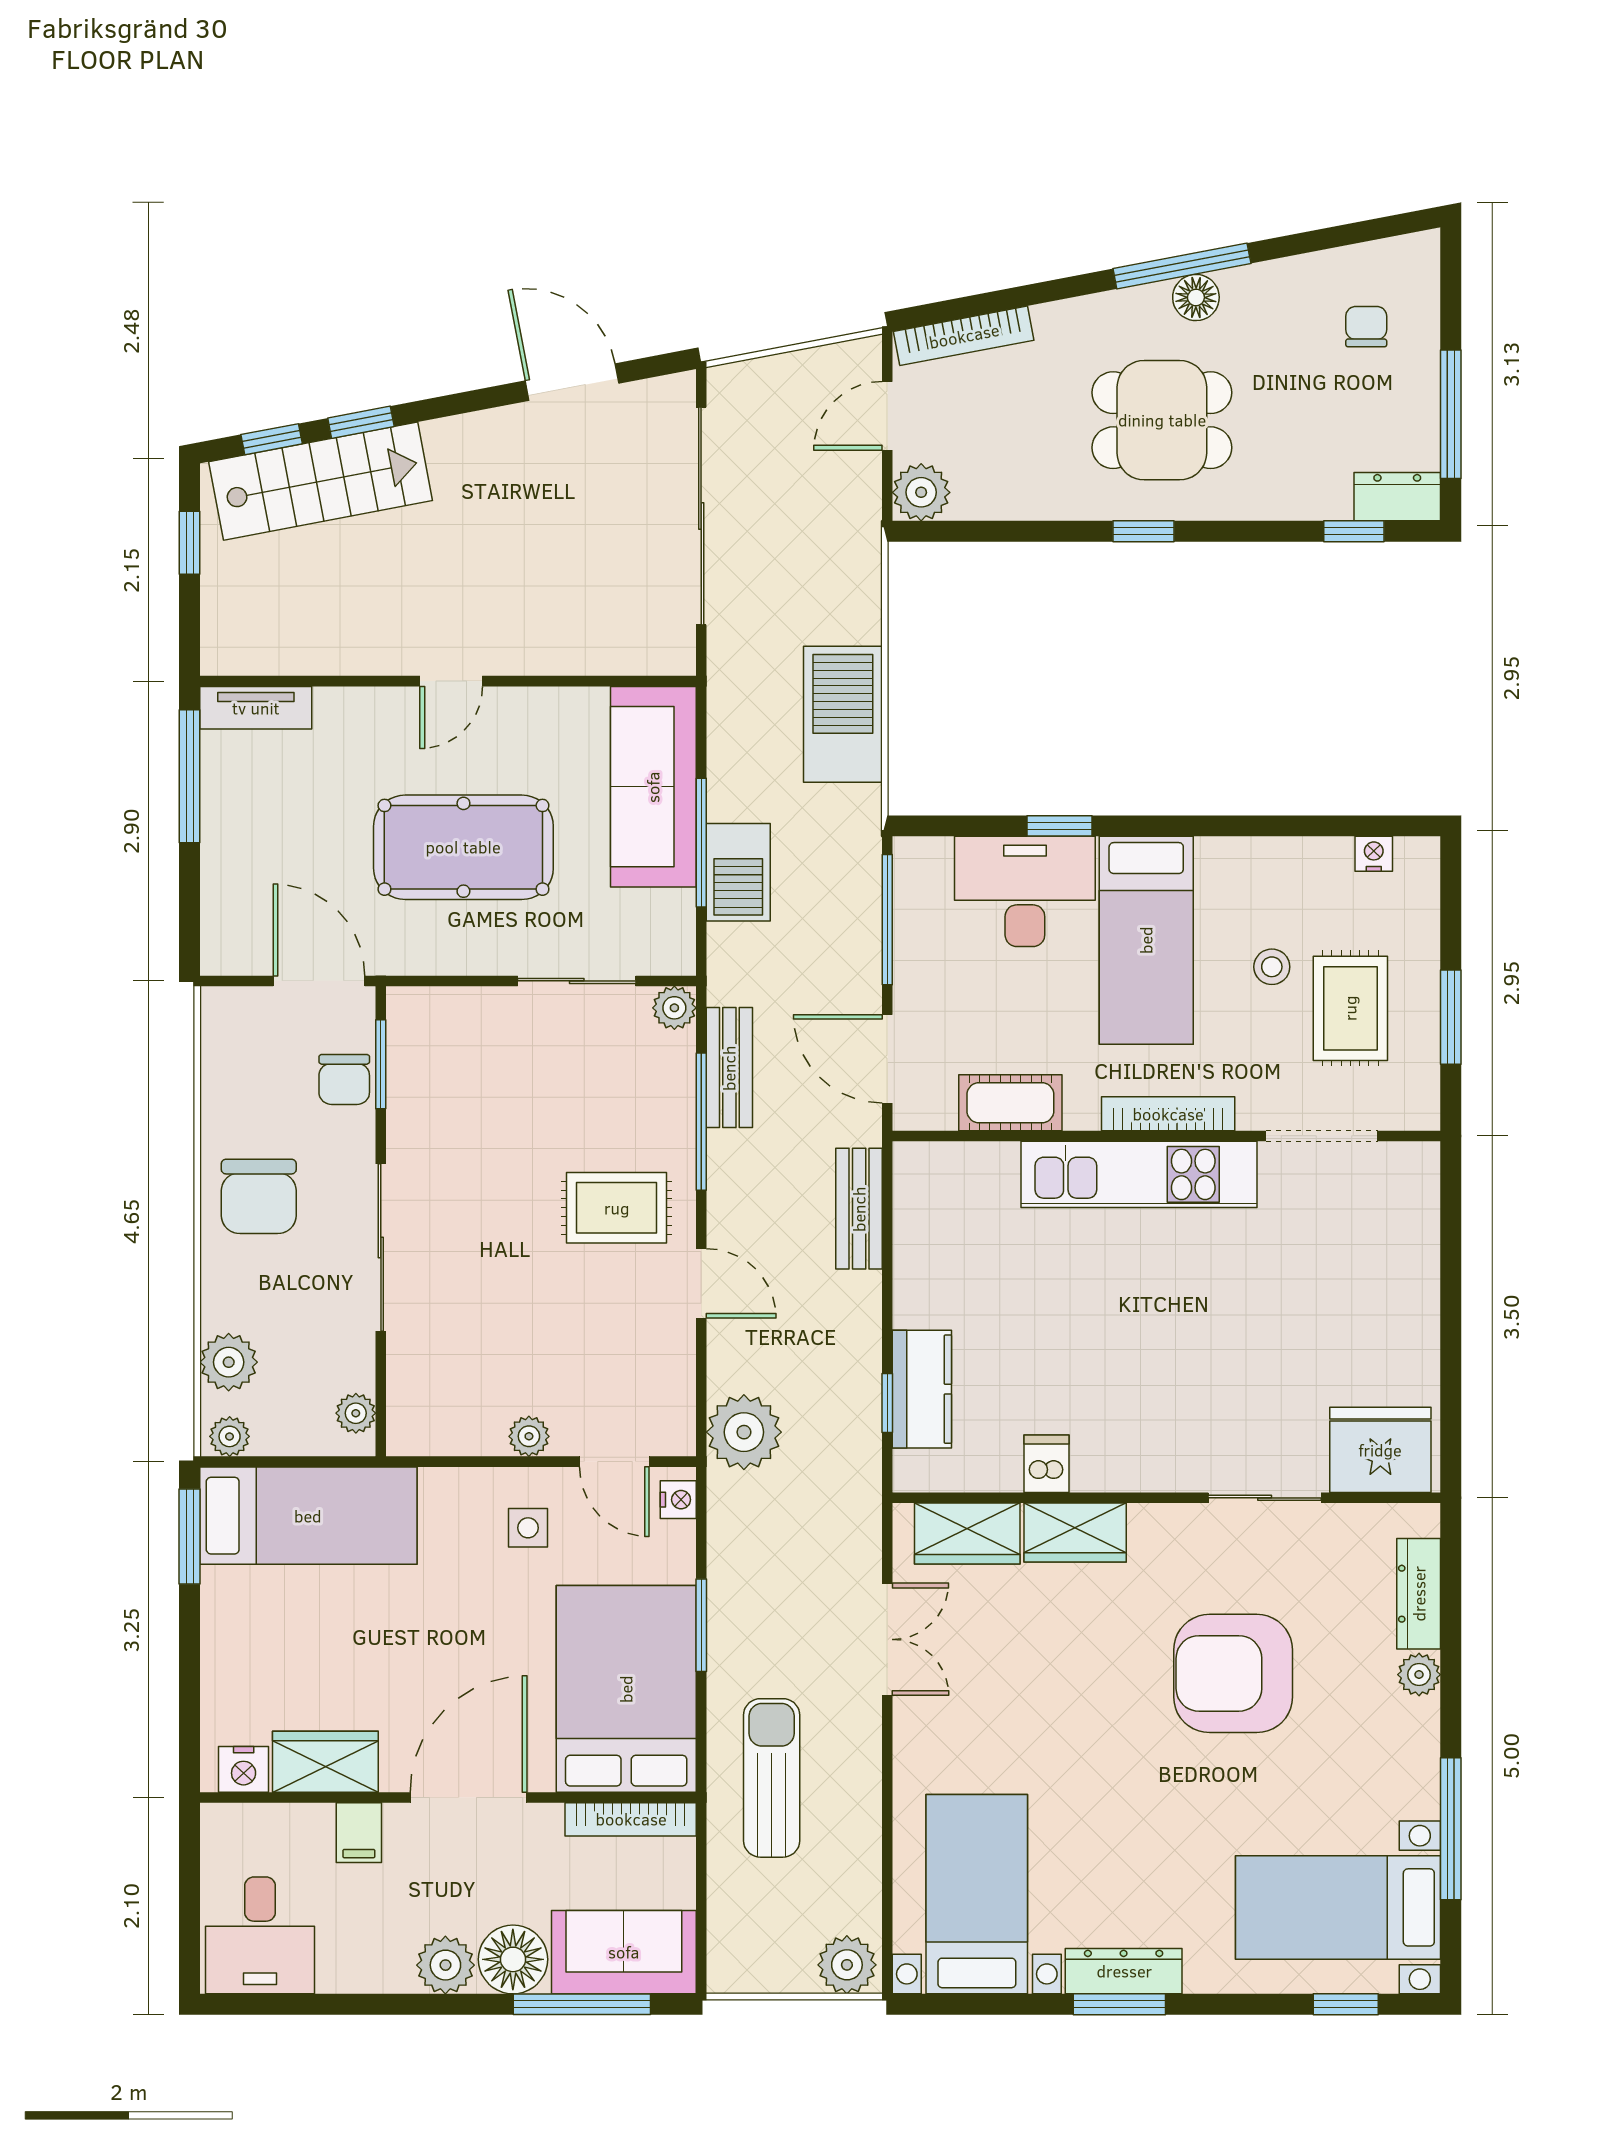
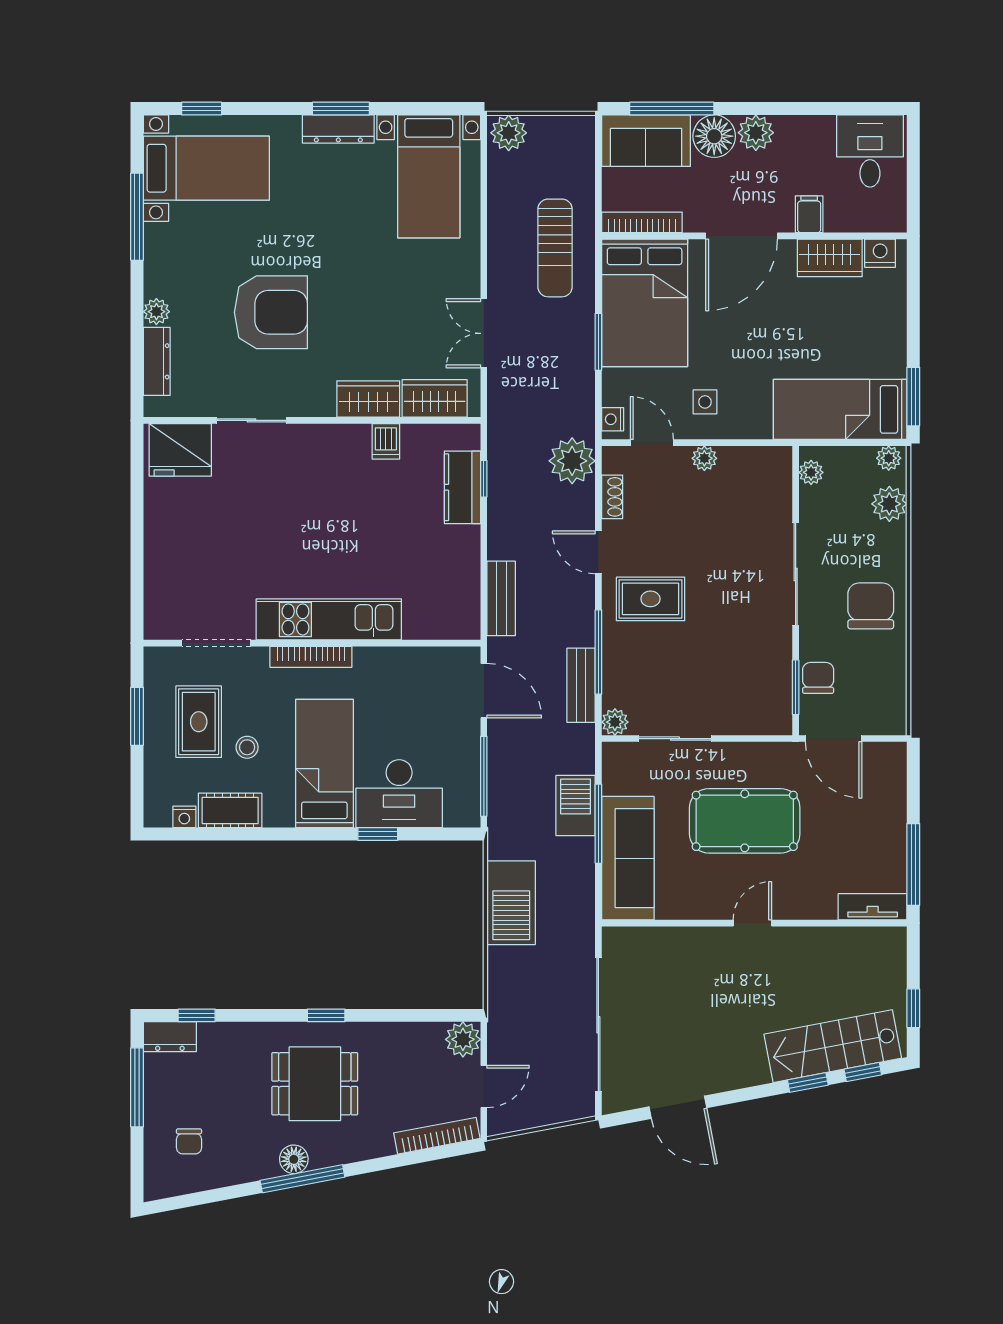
cot: (1010, 1103) -> (230, 810), moved
shoe rack: (679, 1374) -> (612, 497), added

